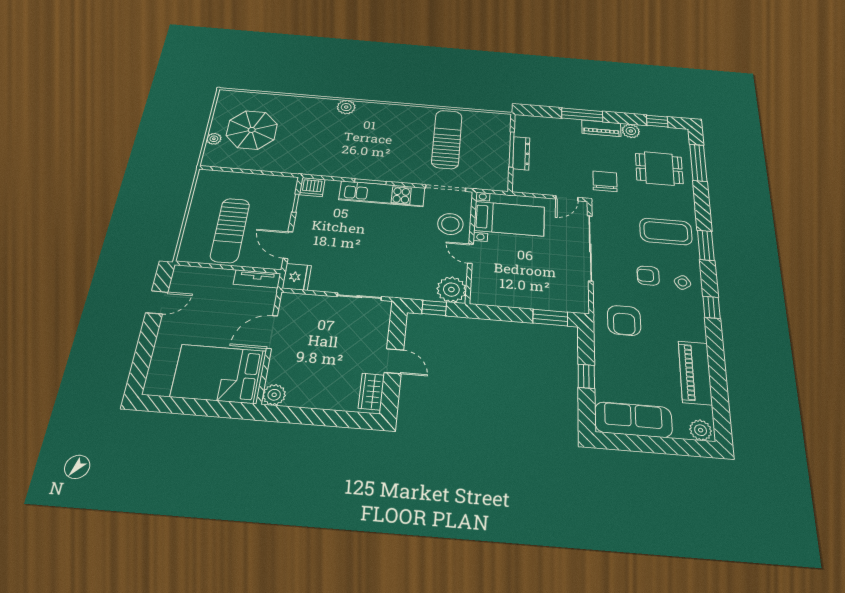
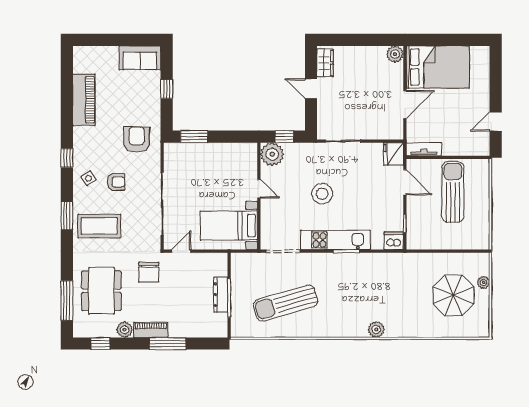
sun lounger: (447, 139) -> (286, 303), turned 74
dining table: (659, 169) -> (101, 291), width x1.38
stool: (450, 224) -> (322, 194), moved
sofa: (633, 420) -> (140, 58), width x0.73
plant: (701, 430) -> (83, 54), removed

